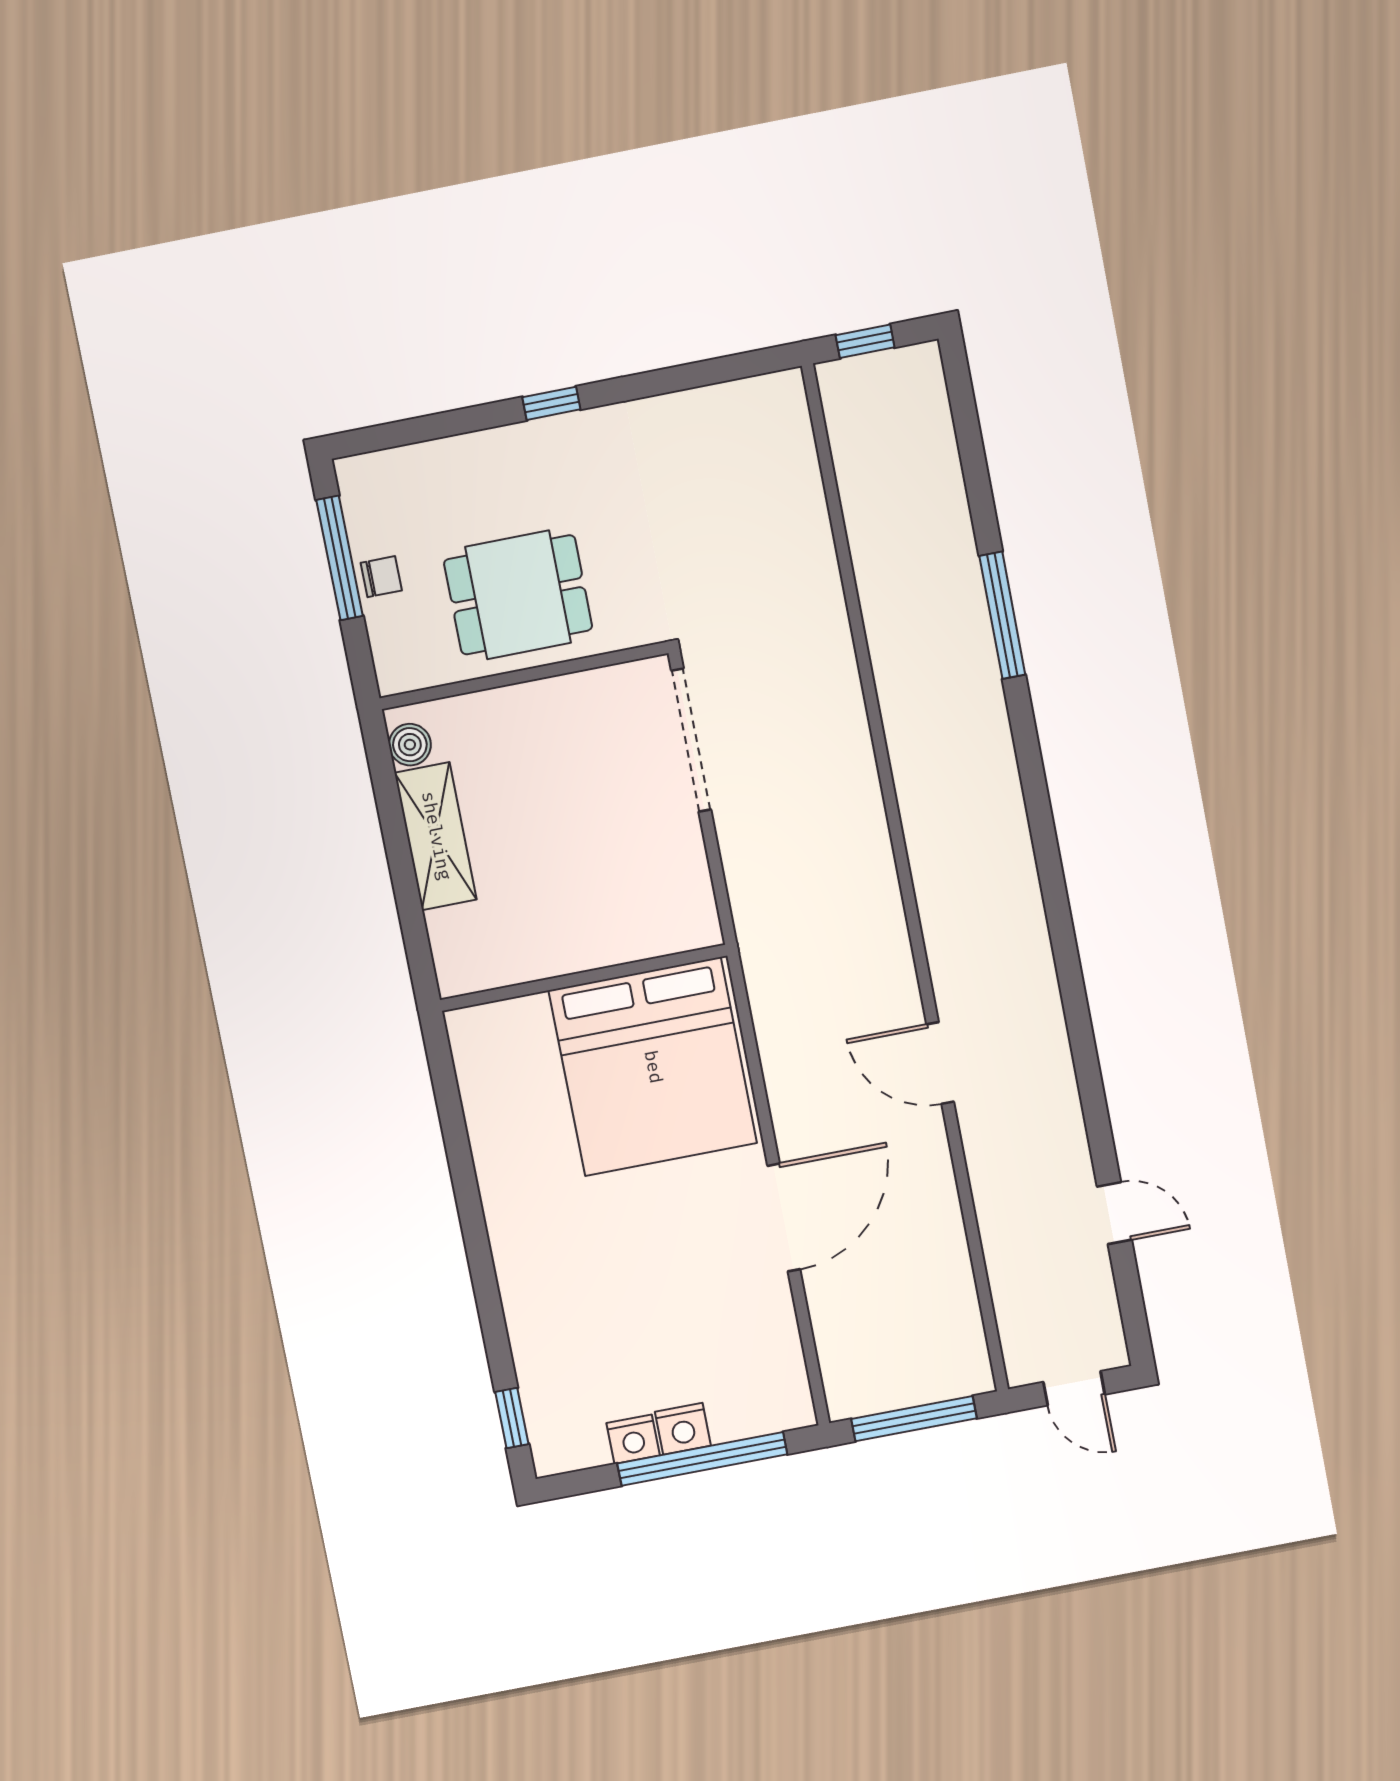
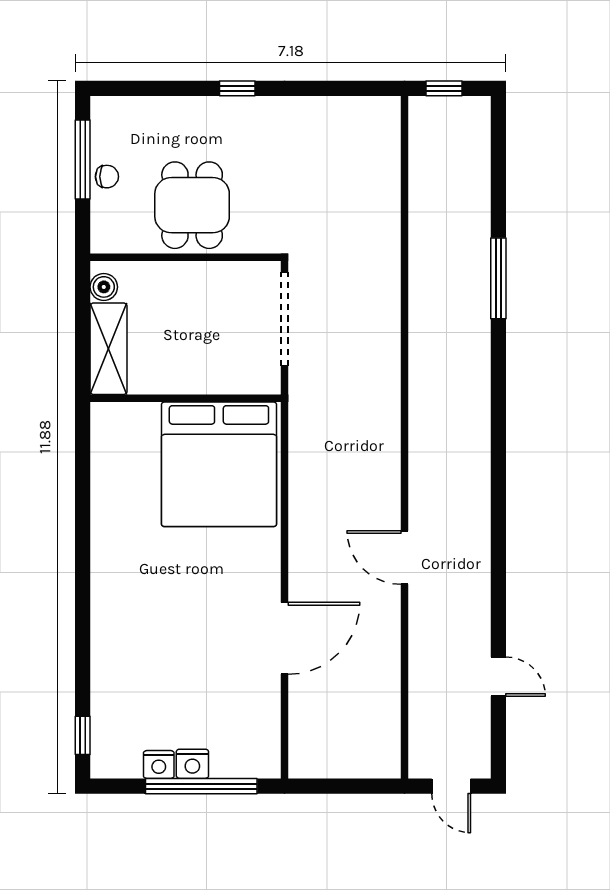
dining table: (518, 595) -> (192, 205), turned 90
wall: (583, 978) -> (186, 398), moved
bed: (653, 1067) -> (219, 464), moved
window: (914, 1419) -> (344, 786), removed

